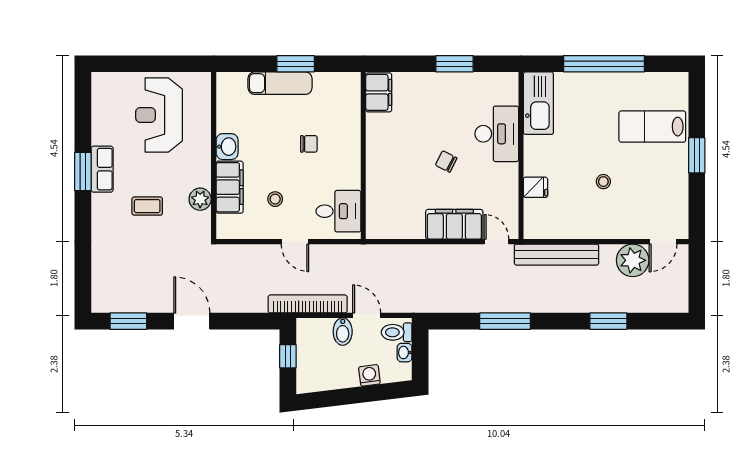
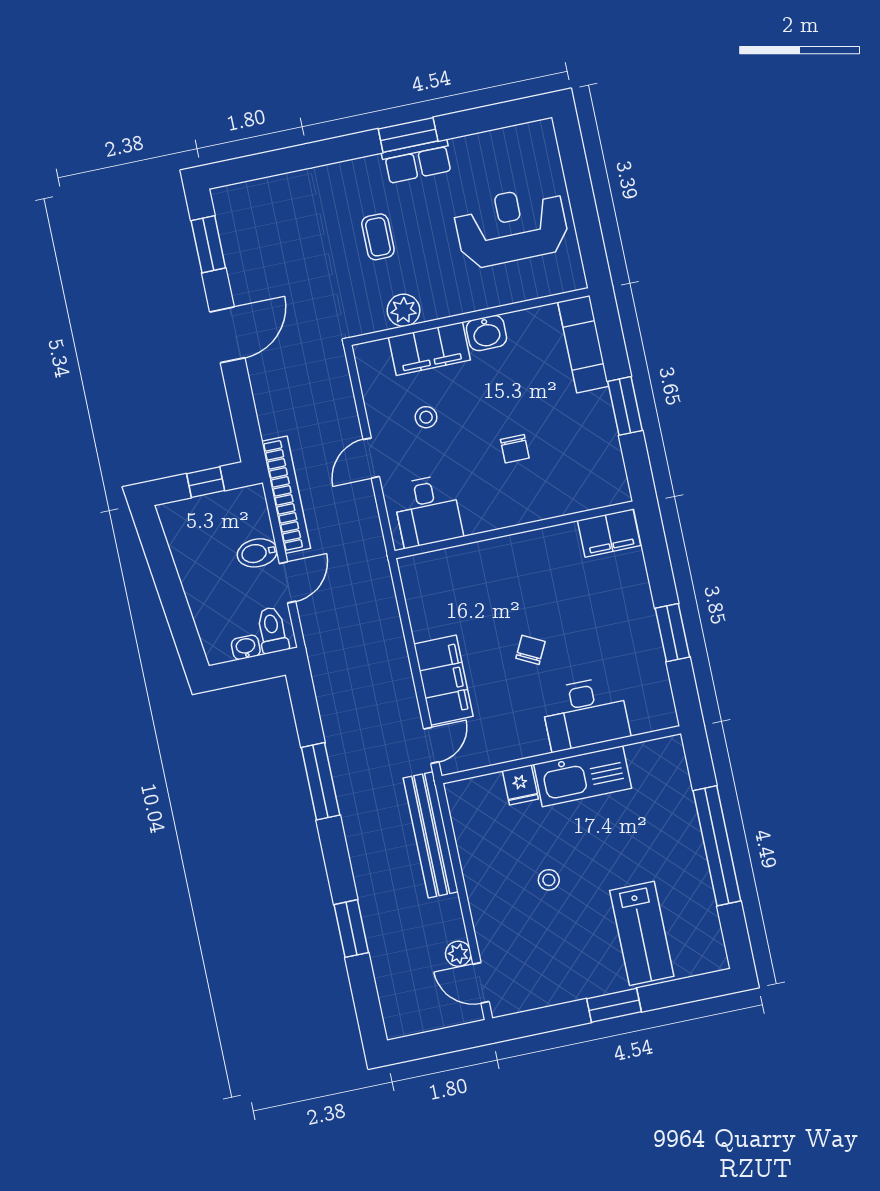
exam couch: (280, 83) -> (583, 344), moved
kitchen sink: (538, 103) -> (583, 776), moved
lab bench: (652, 127) -> (642, 933), turned 180
plant: (633, 260) -> (458, 954), width x0.53, depth x0.53
washing machine: (369, 375) -> (203, 604), removed

